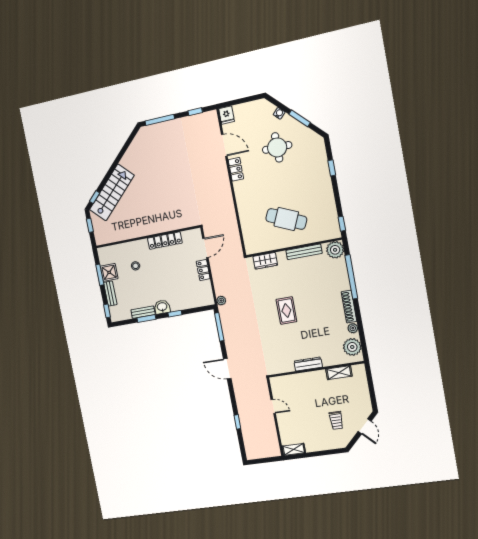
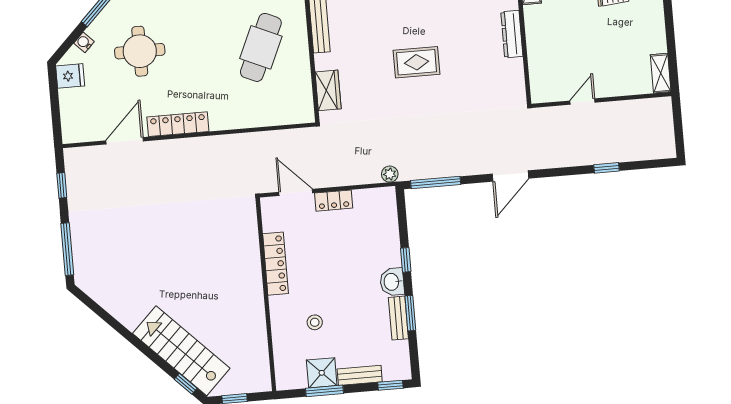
fridge: (227, 115) -> (70, 76), moved
locker: (236, 169) -> (178, 124), width x1.53

